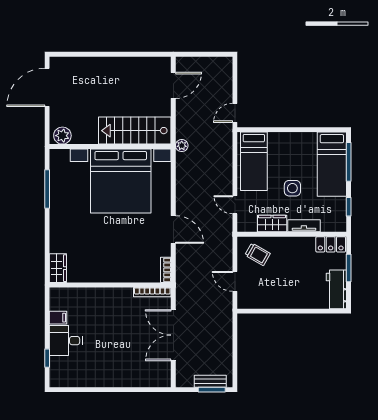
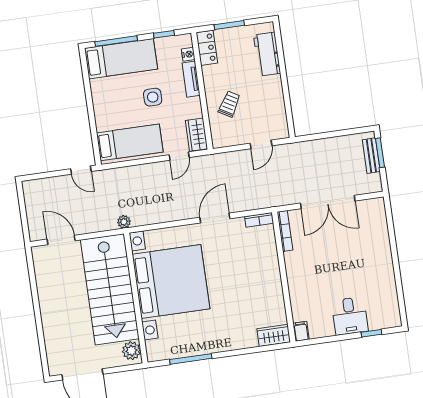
stairs: (135, 131) -> (110, 289), width x1.36, depth x1.51
wardrobe: (272, 224) -> (196, 135), moved
nightstand: (327, 226) -> (188, 54), added
trolley: (258, 254) -> (229, 104), moved
workbench: (336, 289) -> (267, 54), moved, turned 90
filing cabinet: (58, 318) -> (301, 331), moved

